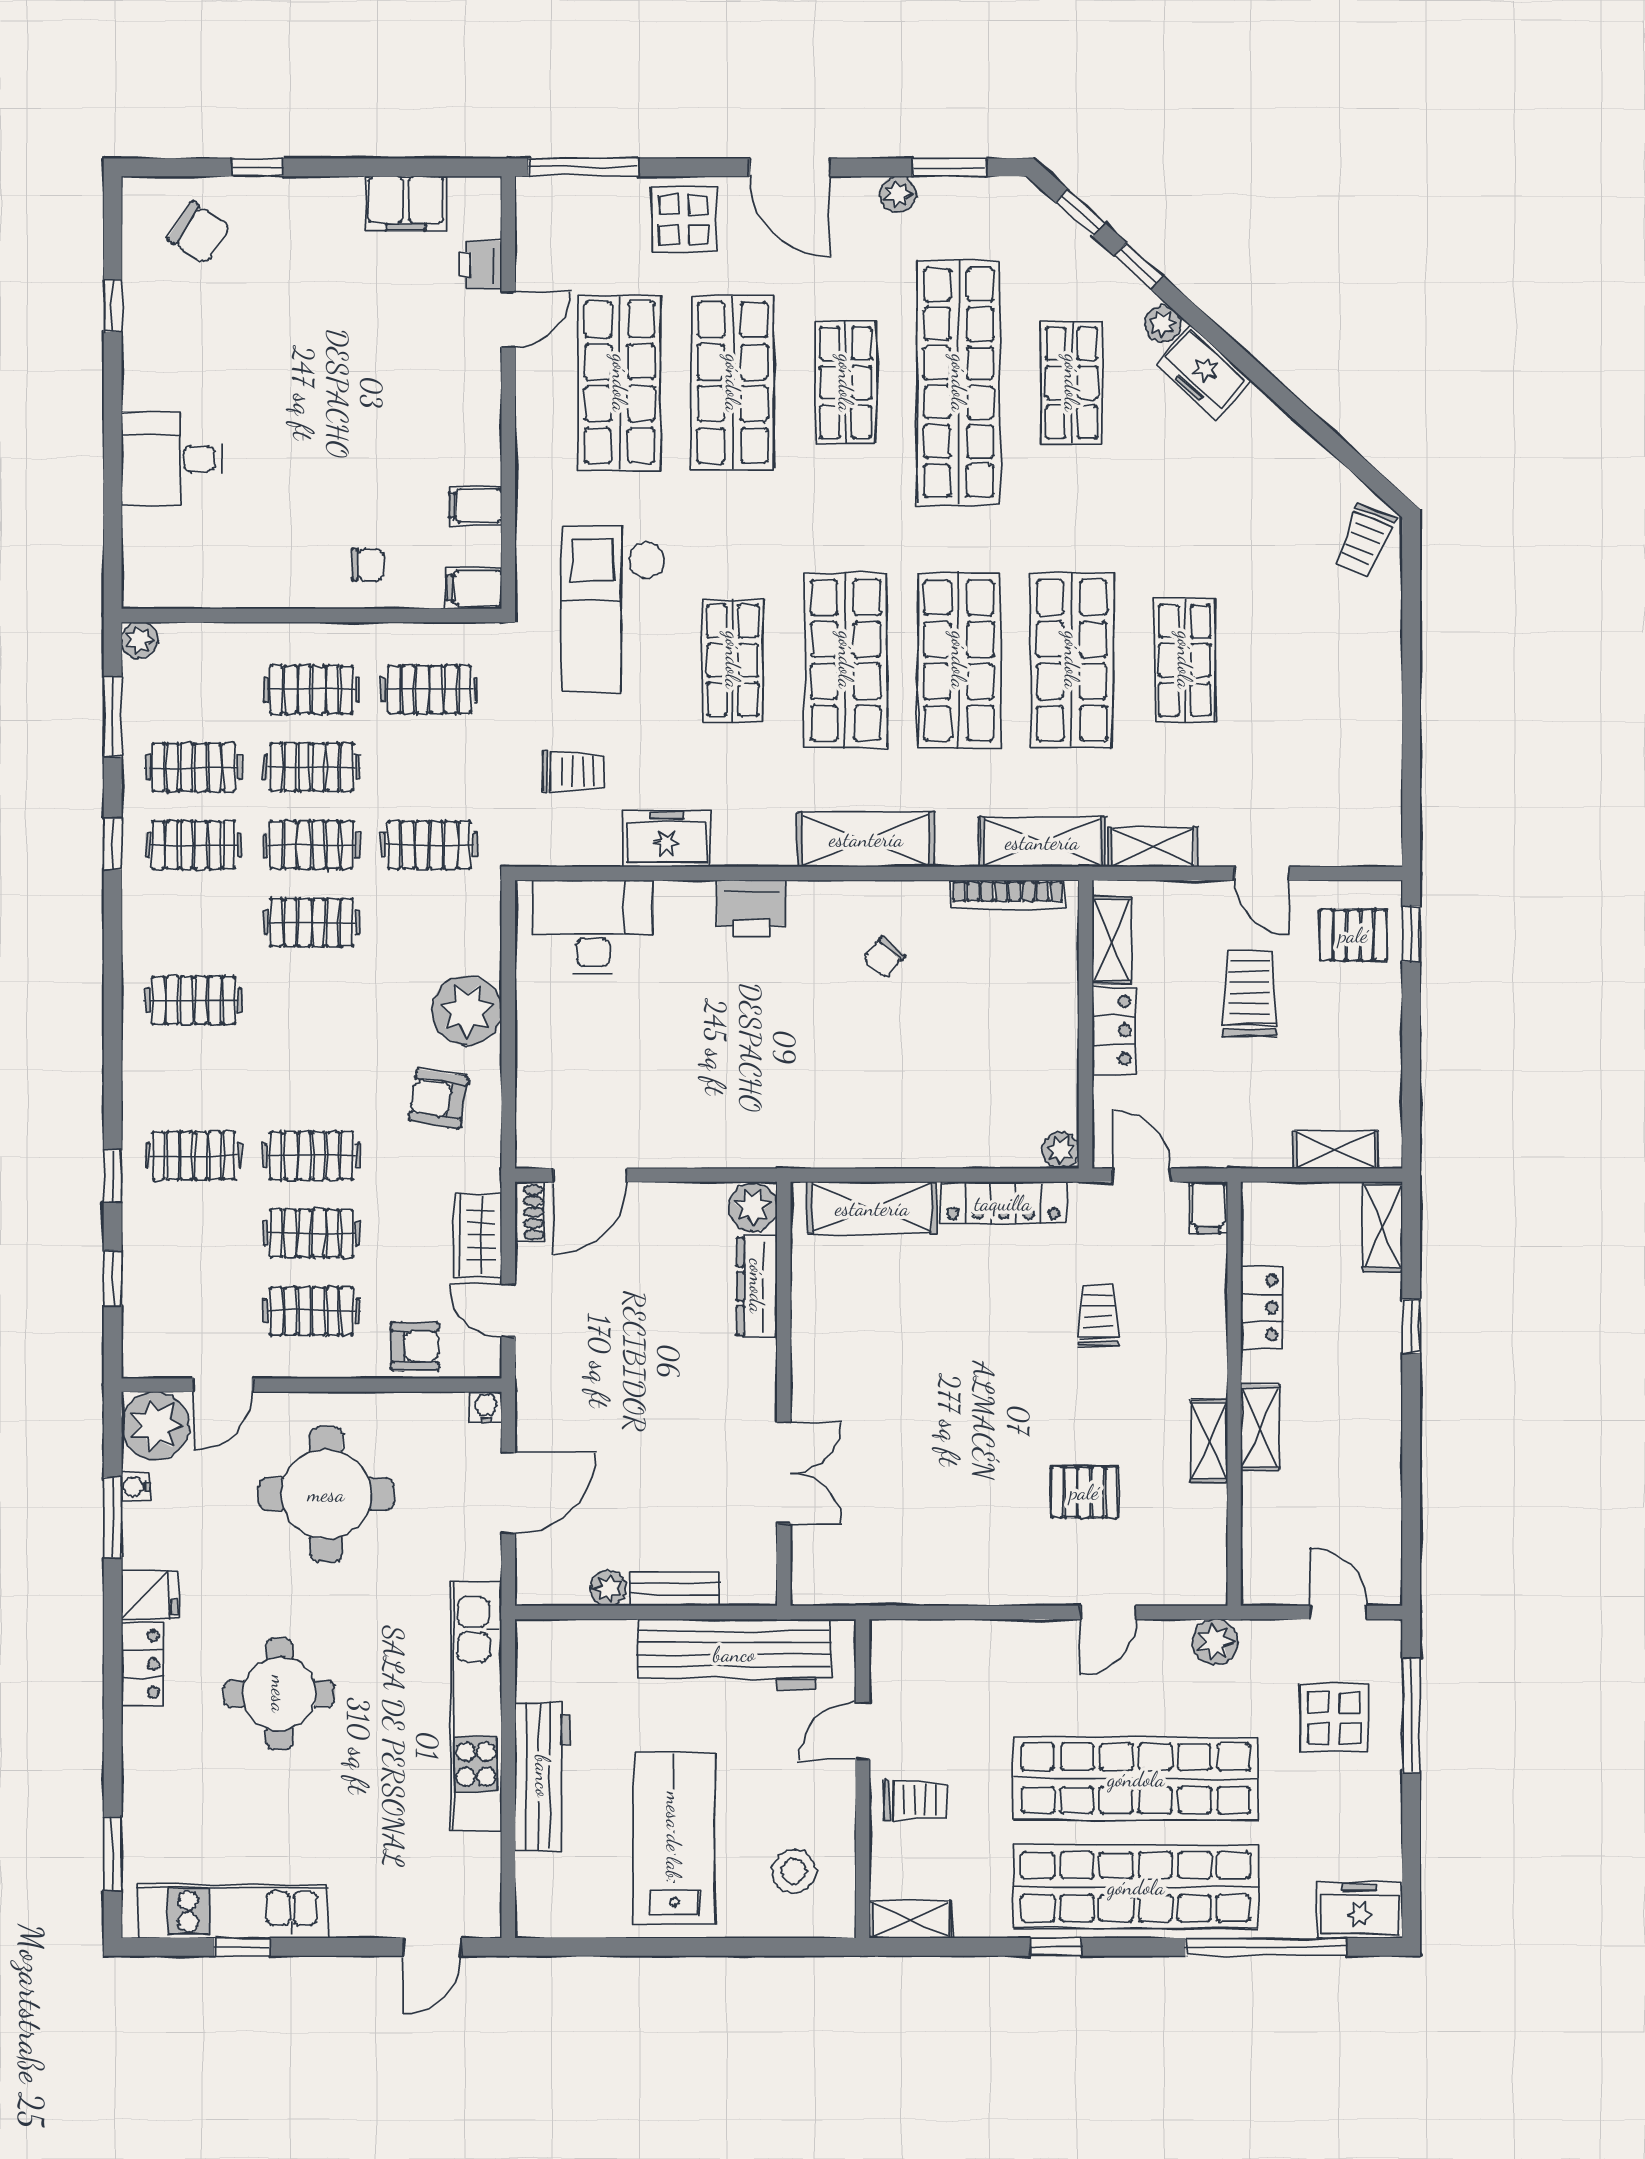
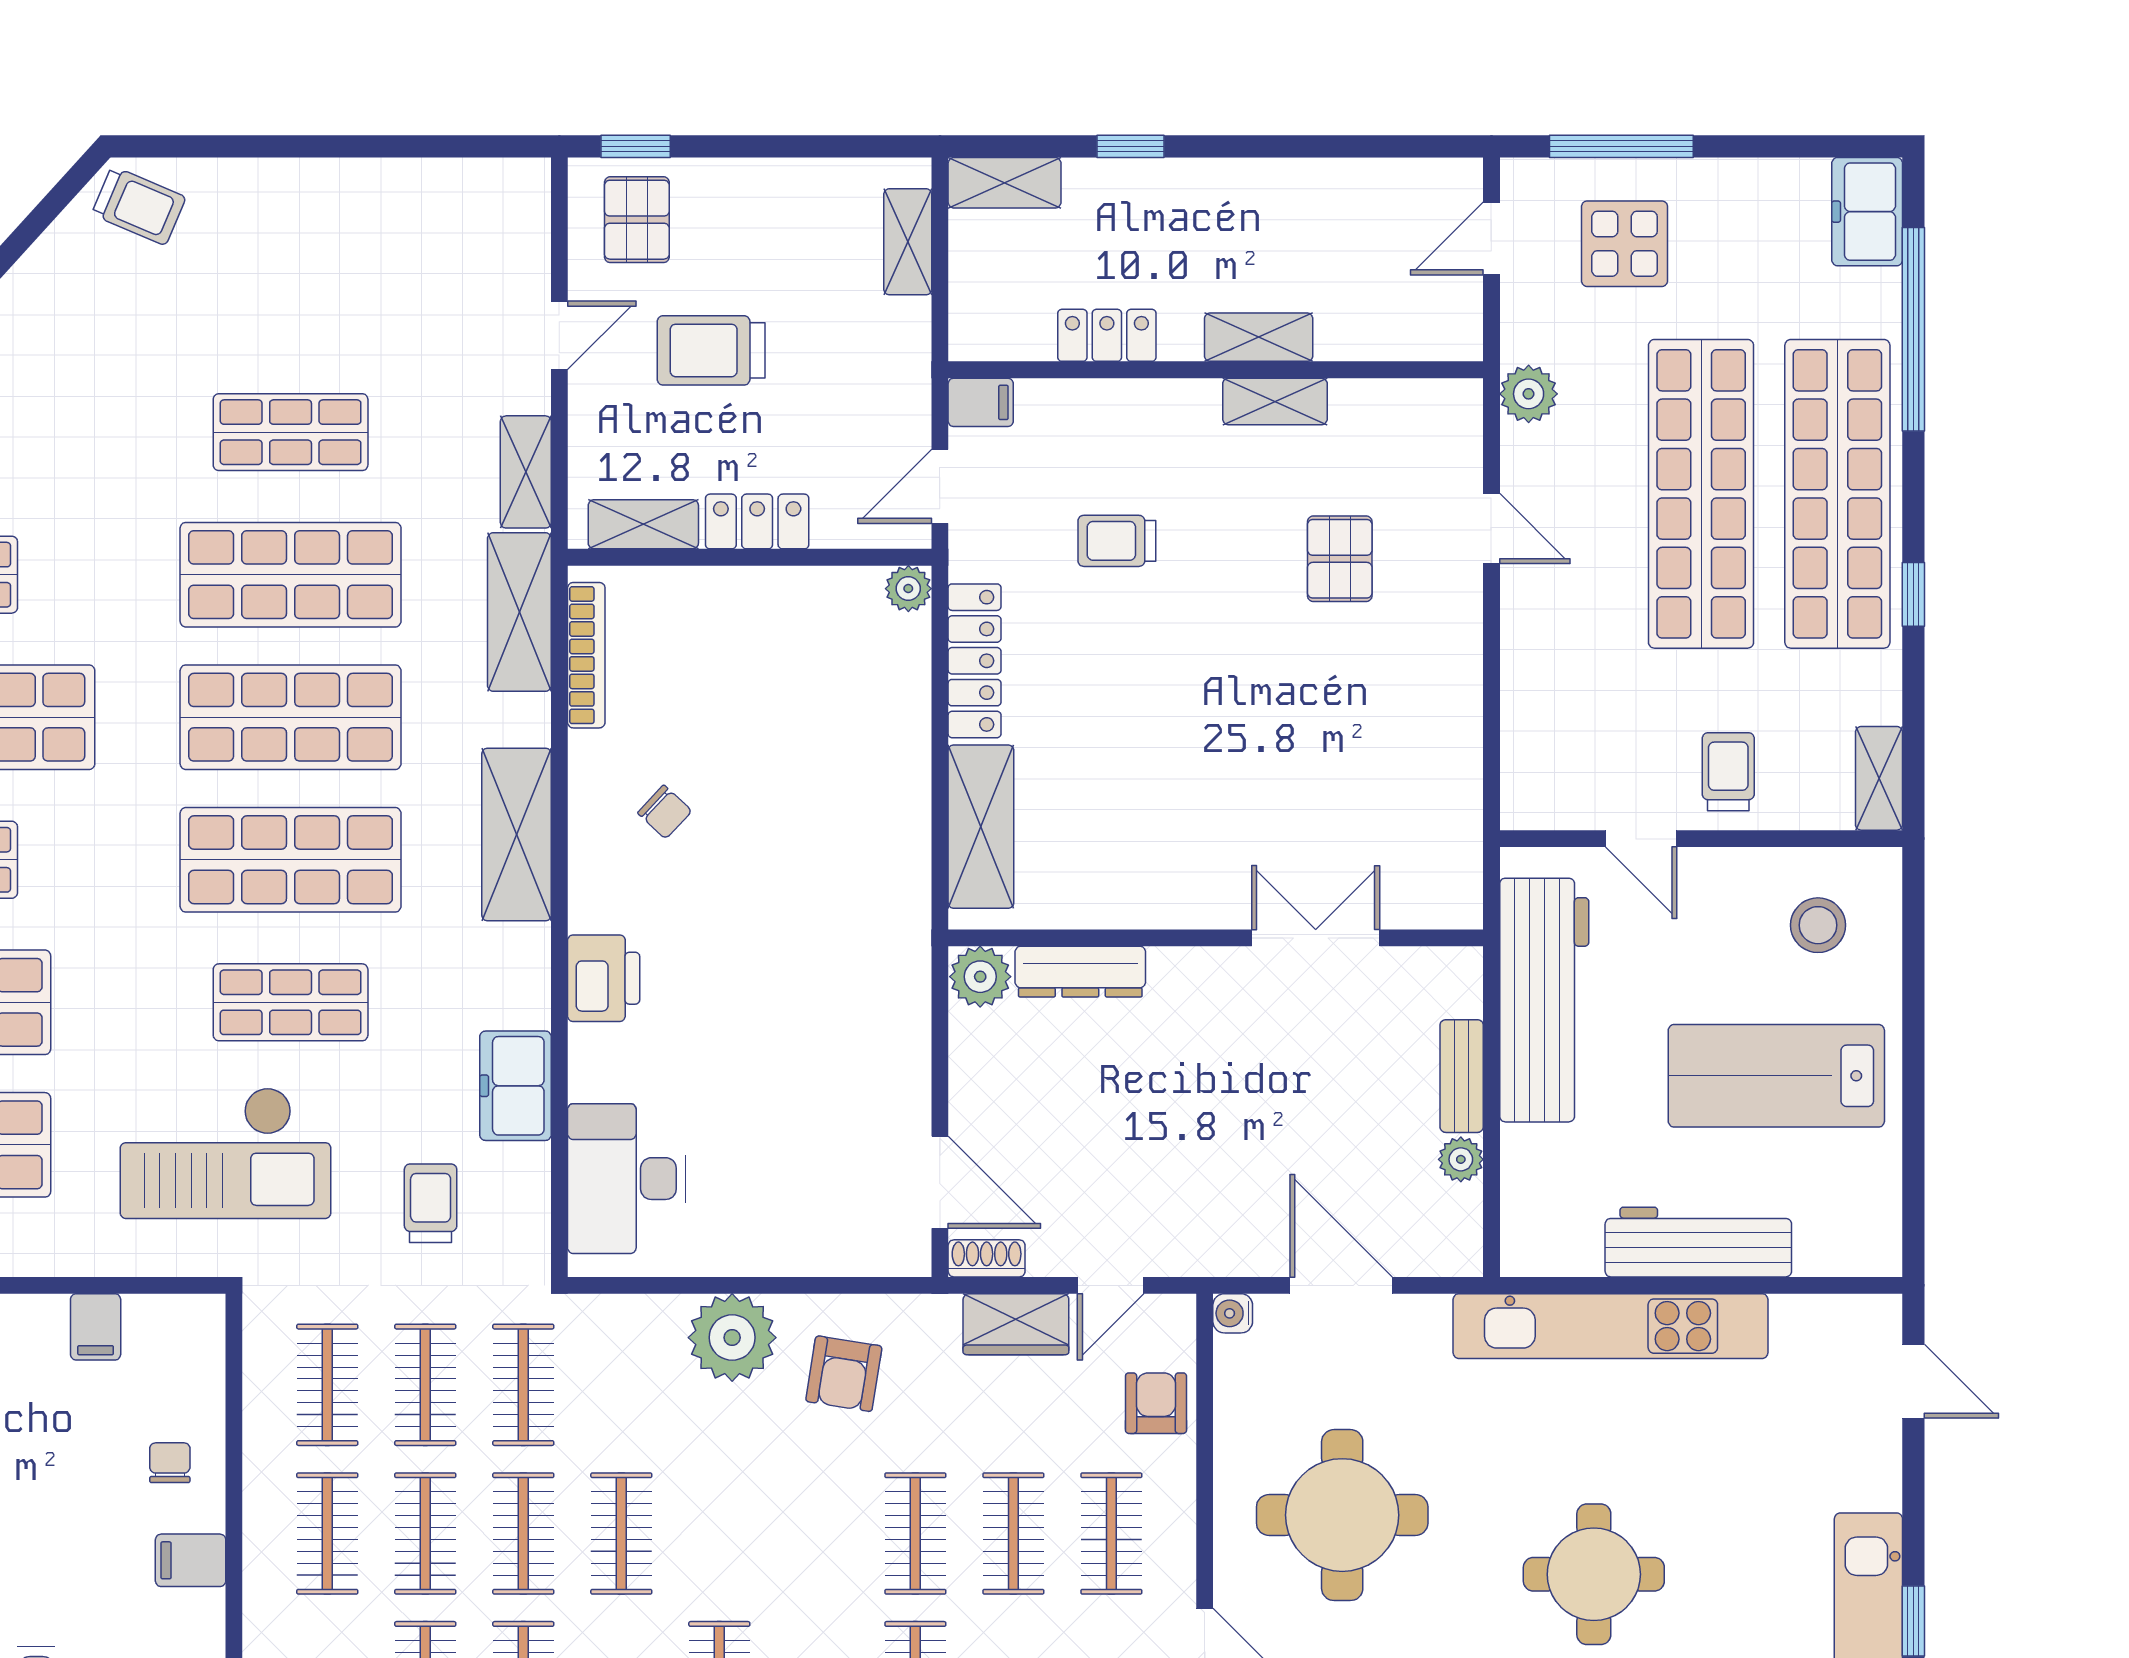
filing cabinet: (474, 588) -> (191, 1560), moved, turned 90
clothes rail: (429, 767) -> (425, 1385), added

